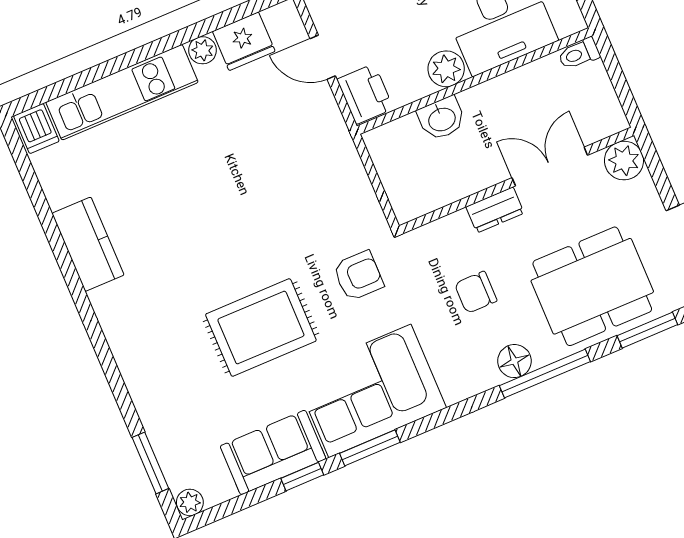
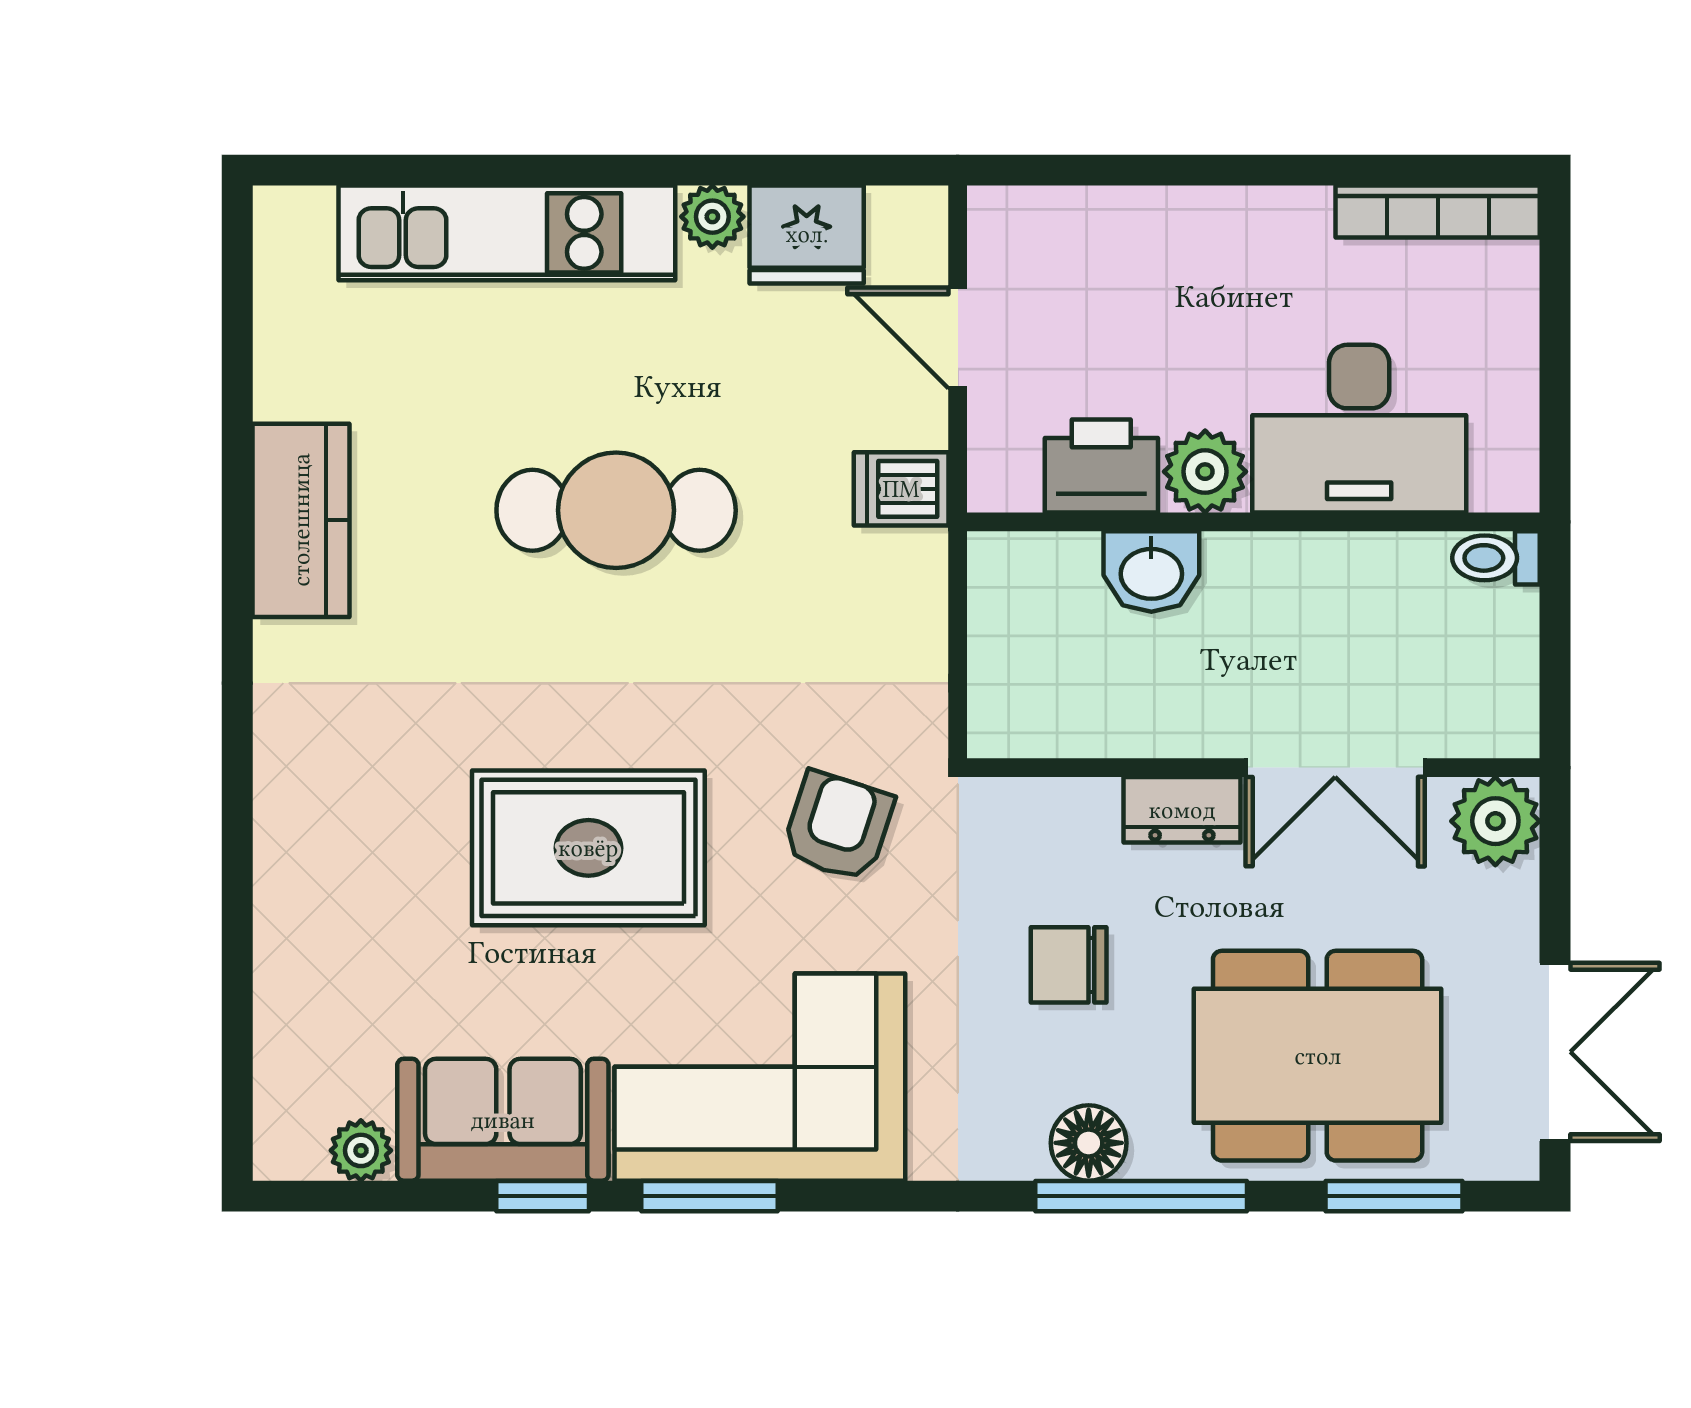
printer: (365, 94) -> (1101, 466), moved, turned -90
dishwasher: (36, 129) -> (901, 489), moved, turned 90
double door: (550, 166) -> (1335, 768), swing flipped
cafe table: (214, 186) -> (616, 510), added
armchair: (358, 276) -> (838, 826), turned -72
window: (150, 463) -> (237, 1033), removed
plant: (190, 502) -> (361, 1150), moved

